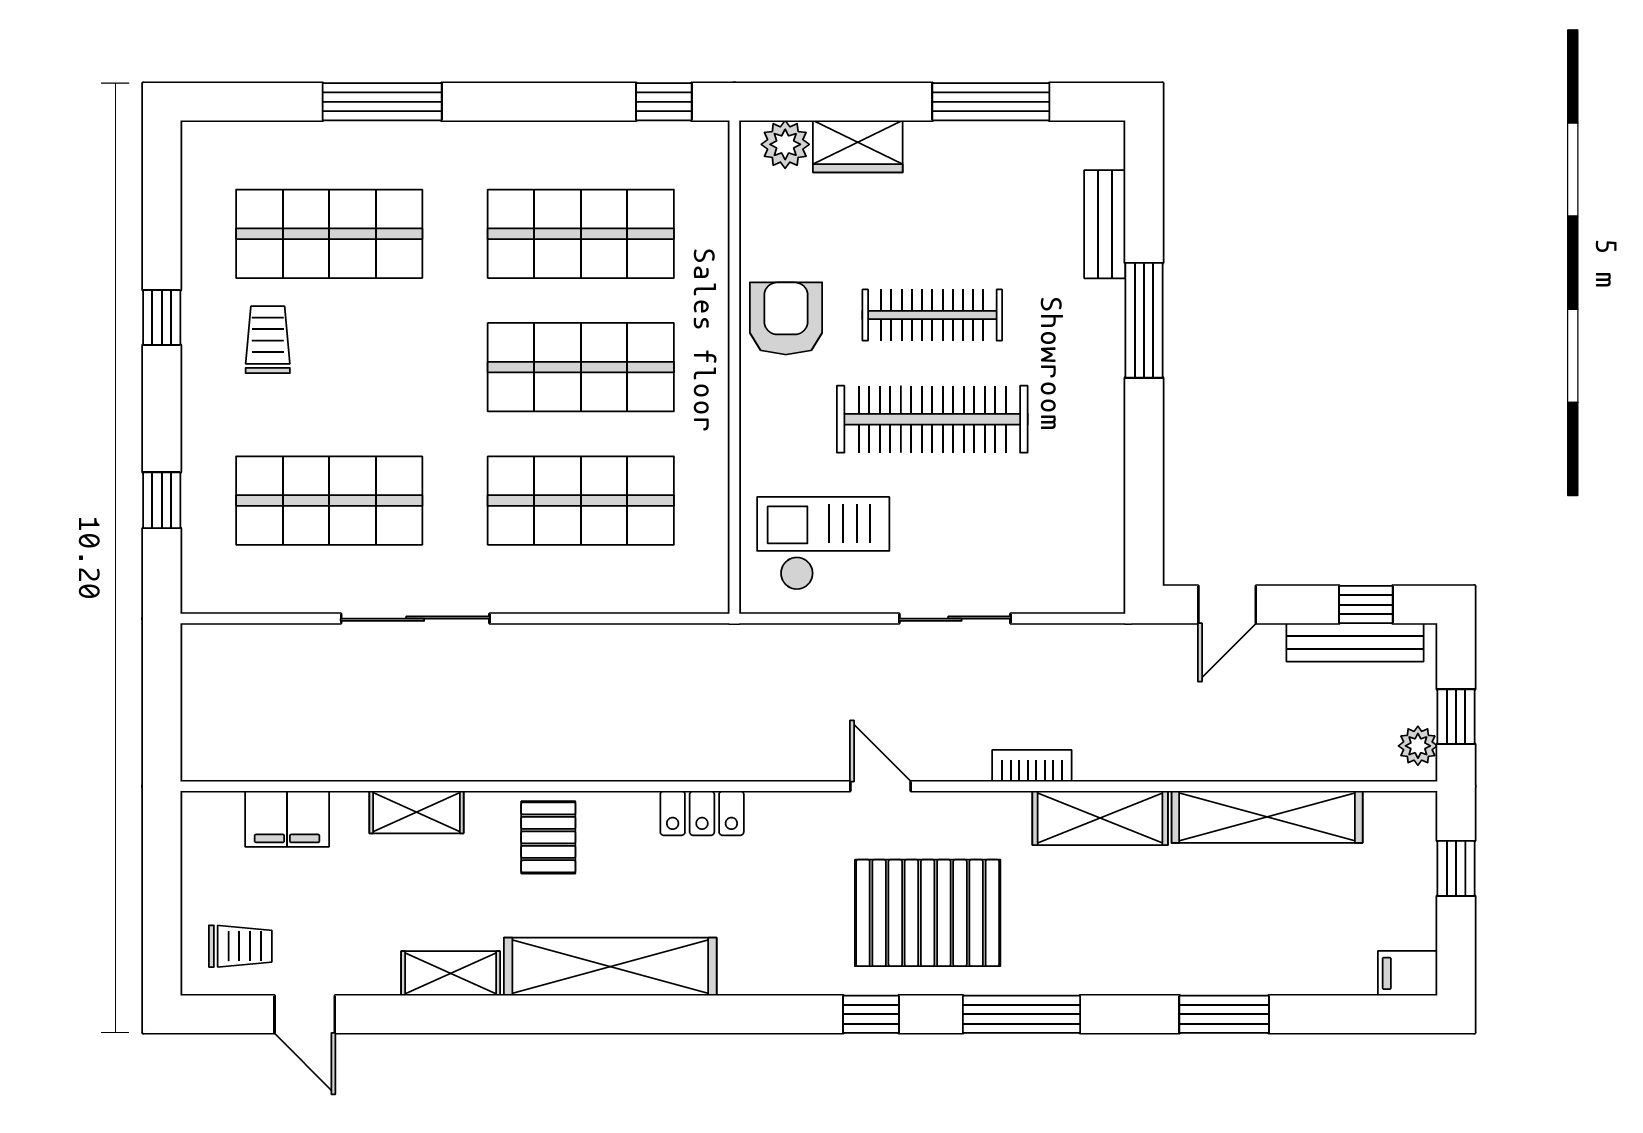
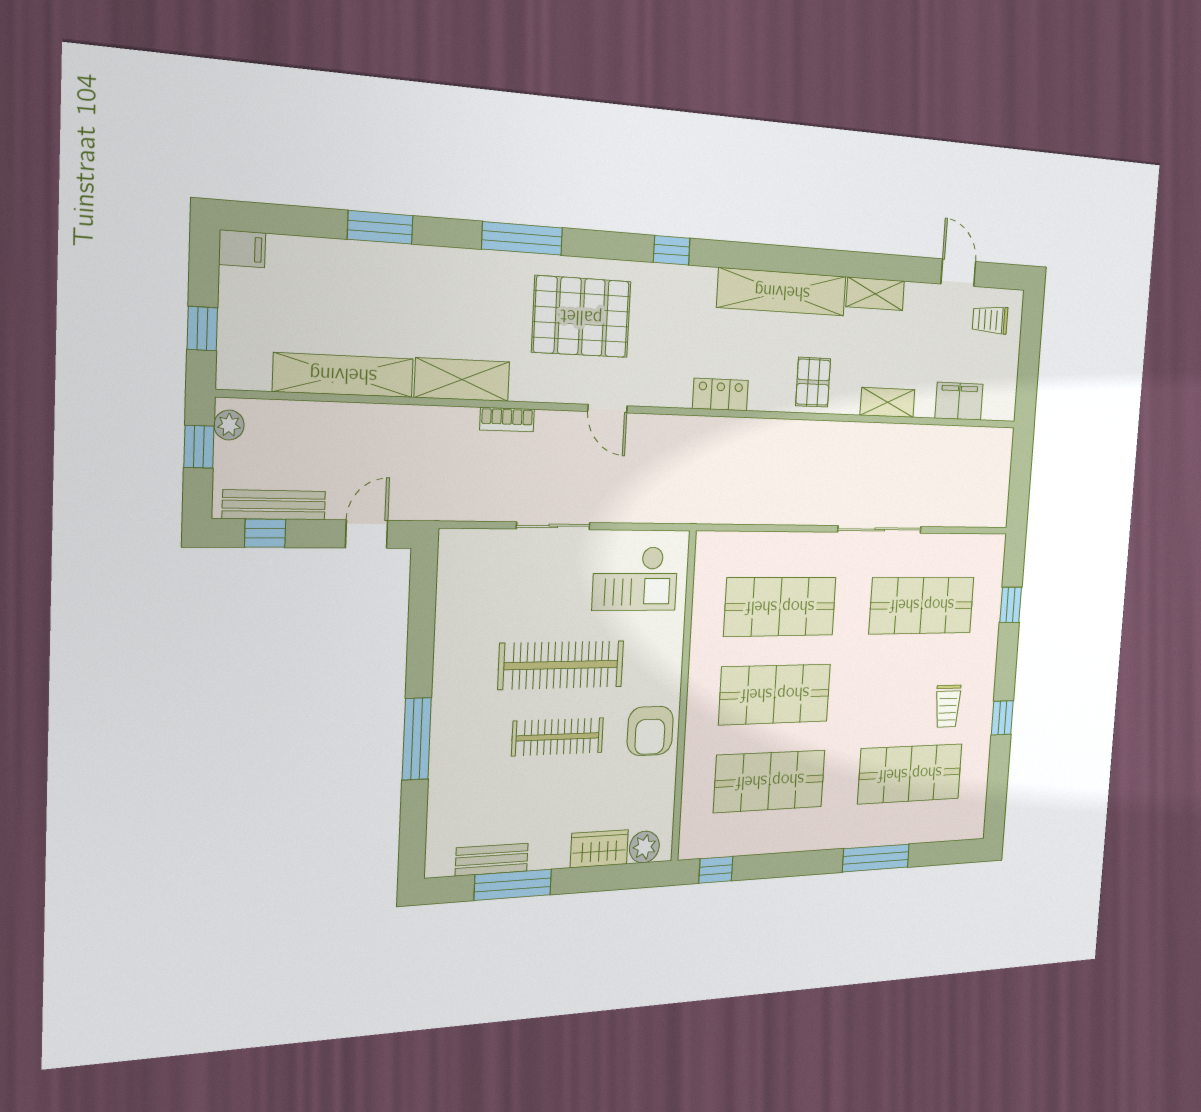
bench: (1105, 224) -> (492, 860), moved, turned 90
window: (871, 1014) -> (672, 250), moved

